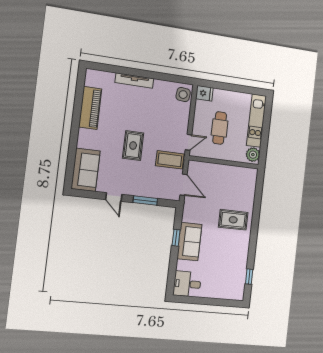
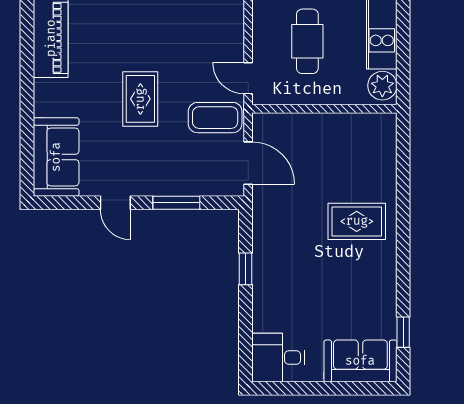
door: (189, 142) -> (248, 78), swing flipped
sofa: (189, 242) -> (360, 361), moved, turned -90

